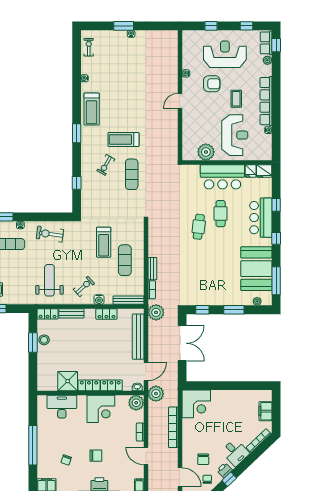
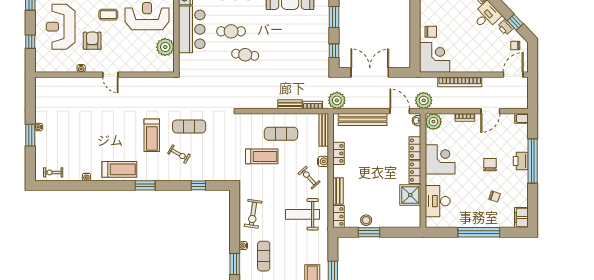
chair: (203, 459) -> (431, 32), moved

